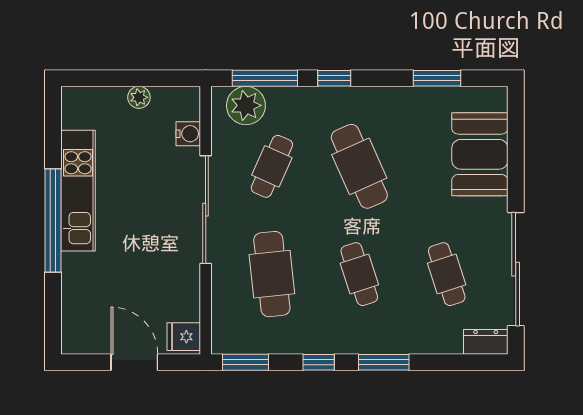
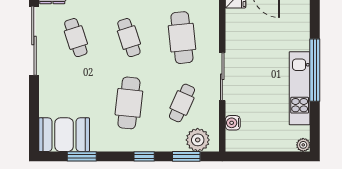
window: (265, 78) -> (186, 156), width x0.69
plant: (139, 97) -> (303, 145), moved
booth: (480, 154) -> (64, 135), moved, turned 90
cafe table: (359, 166) -> (129, 103), turned 30
sliding door: (206, 210) -> (222, 77), width x0.73

